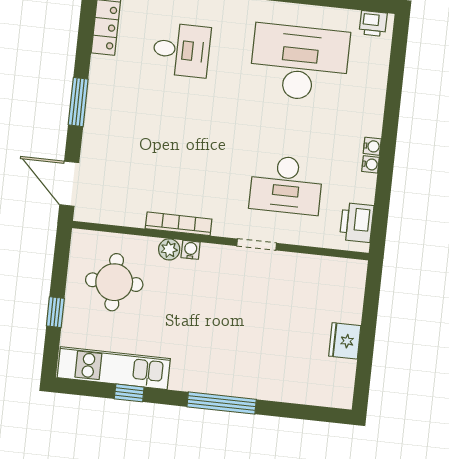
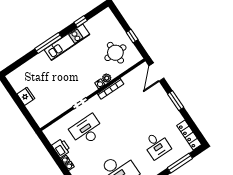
desk: (181, 50) -> (157, 145), turned -90
door: (69, 184) -> (156, 72), swing flipped
printer: (357, 223) -> (61, 148), moved
window: (55, 312) -> (132, 36), moved
kitchen unit: (114, 368) -> (67, 42), moved

